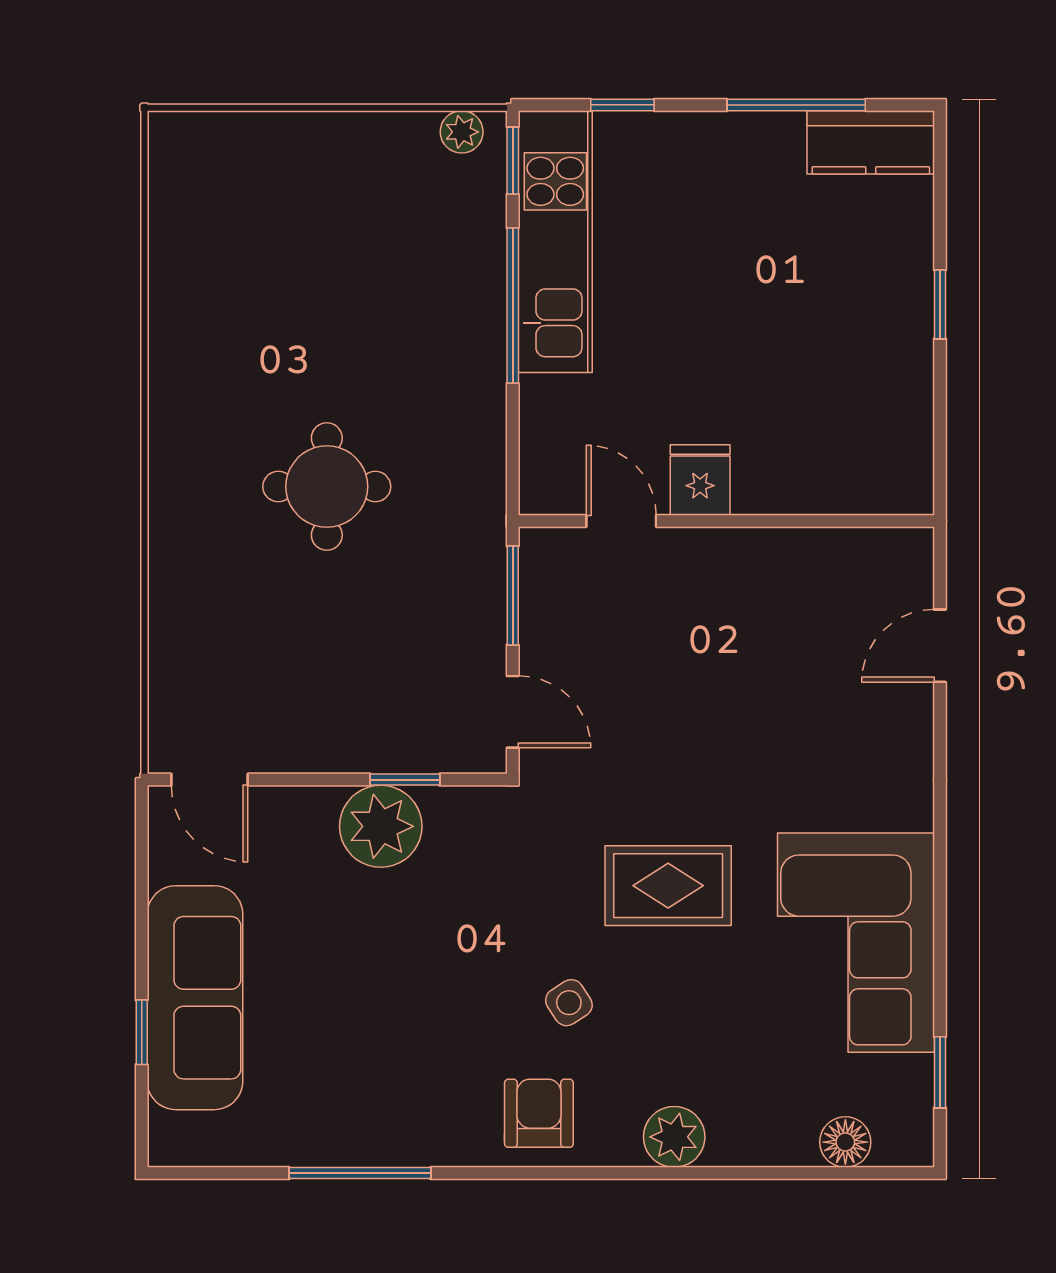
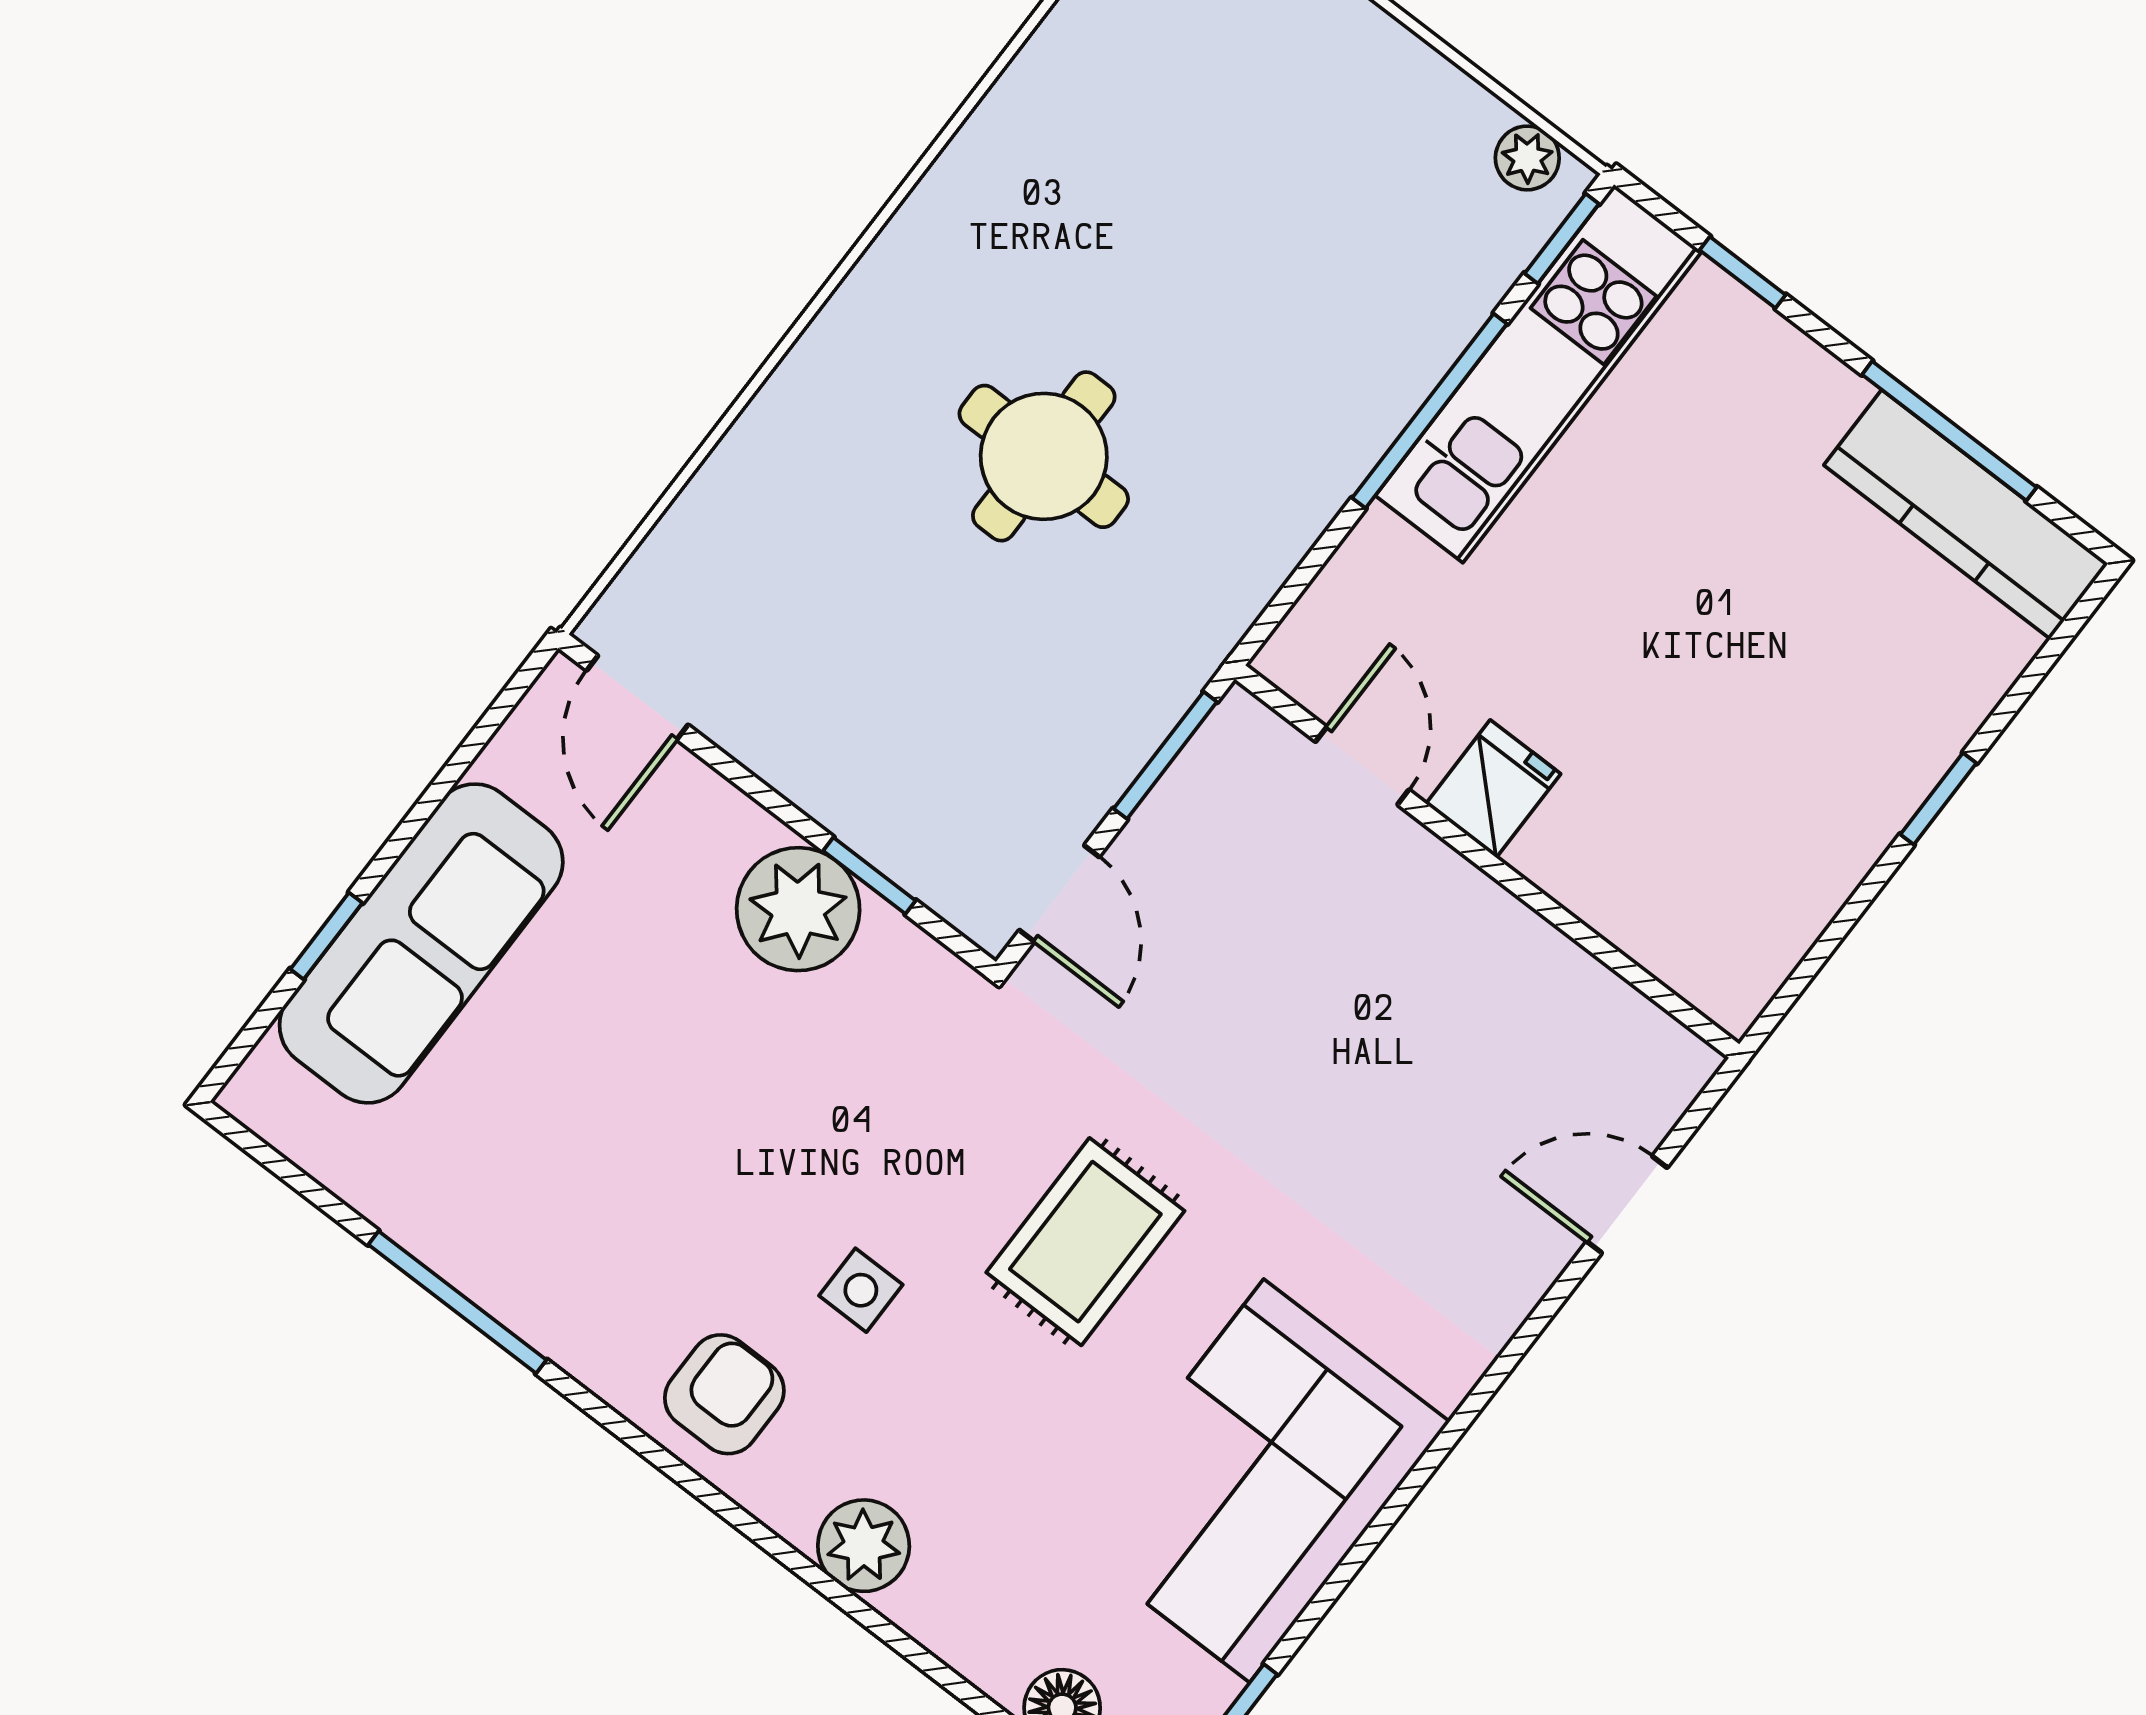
kitchen counter: (871, 142) -> (1966, 514), width x1.50
rug: (668, 886) -> (1085, 1242), turned 90
side table: (569, 1003) -> (861, 1290), turned 33

